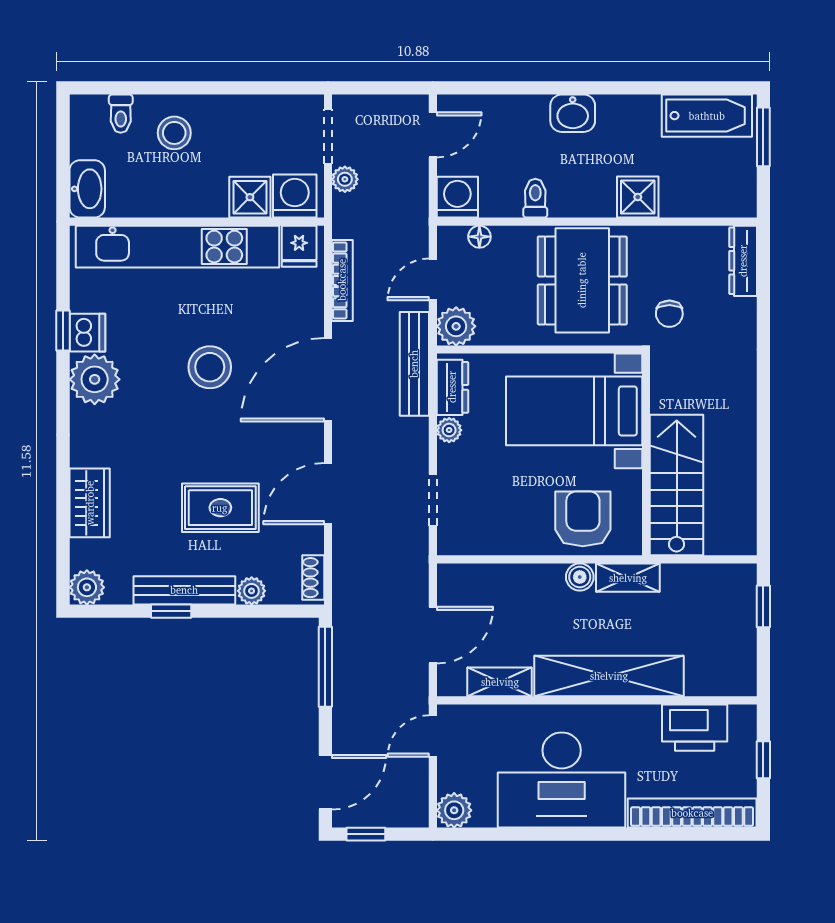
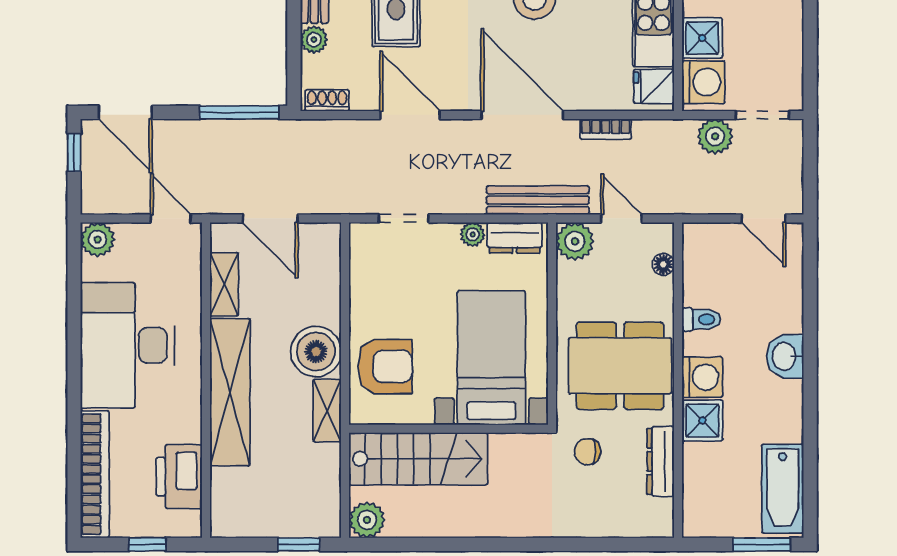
plant: (345, 179) -> (715, 136), width x1.38, depth x1.38
washing machine: (457, 197) -> (702, 377), moved
dresser: (743, 261) -> (661, 461), moved, turned -90
bookcase: (342, 280) -> (606, 129), width x0.64
plant: (739, 537) -> (367, 520), added
boiler: (580, 577) -> (316, 352), width x1.86, depth x1.86

